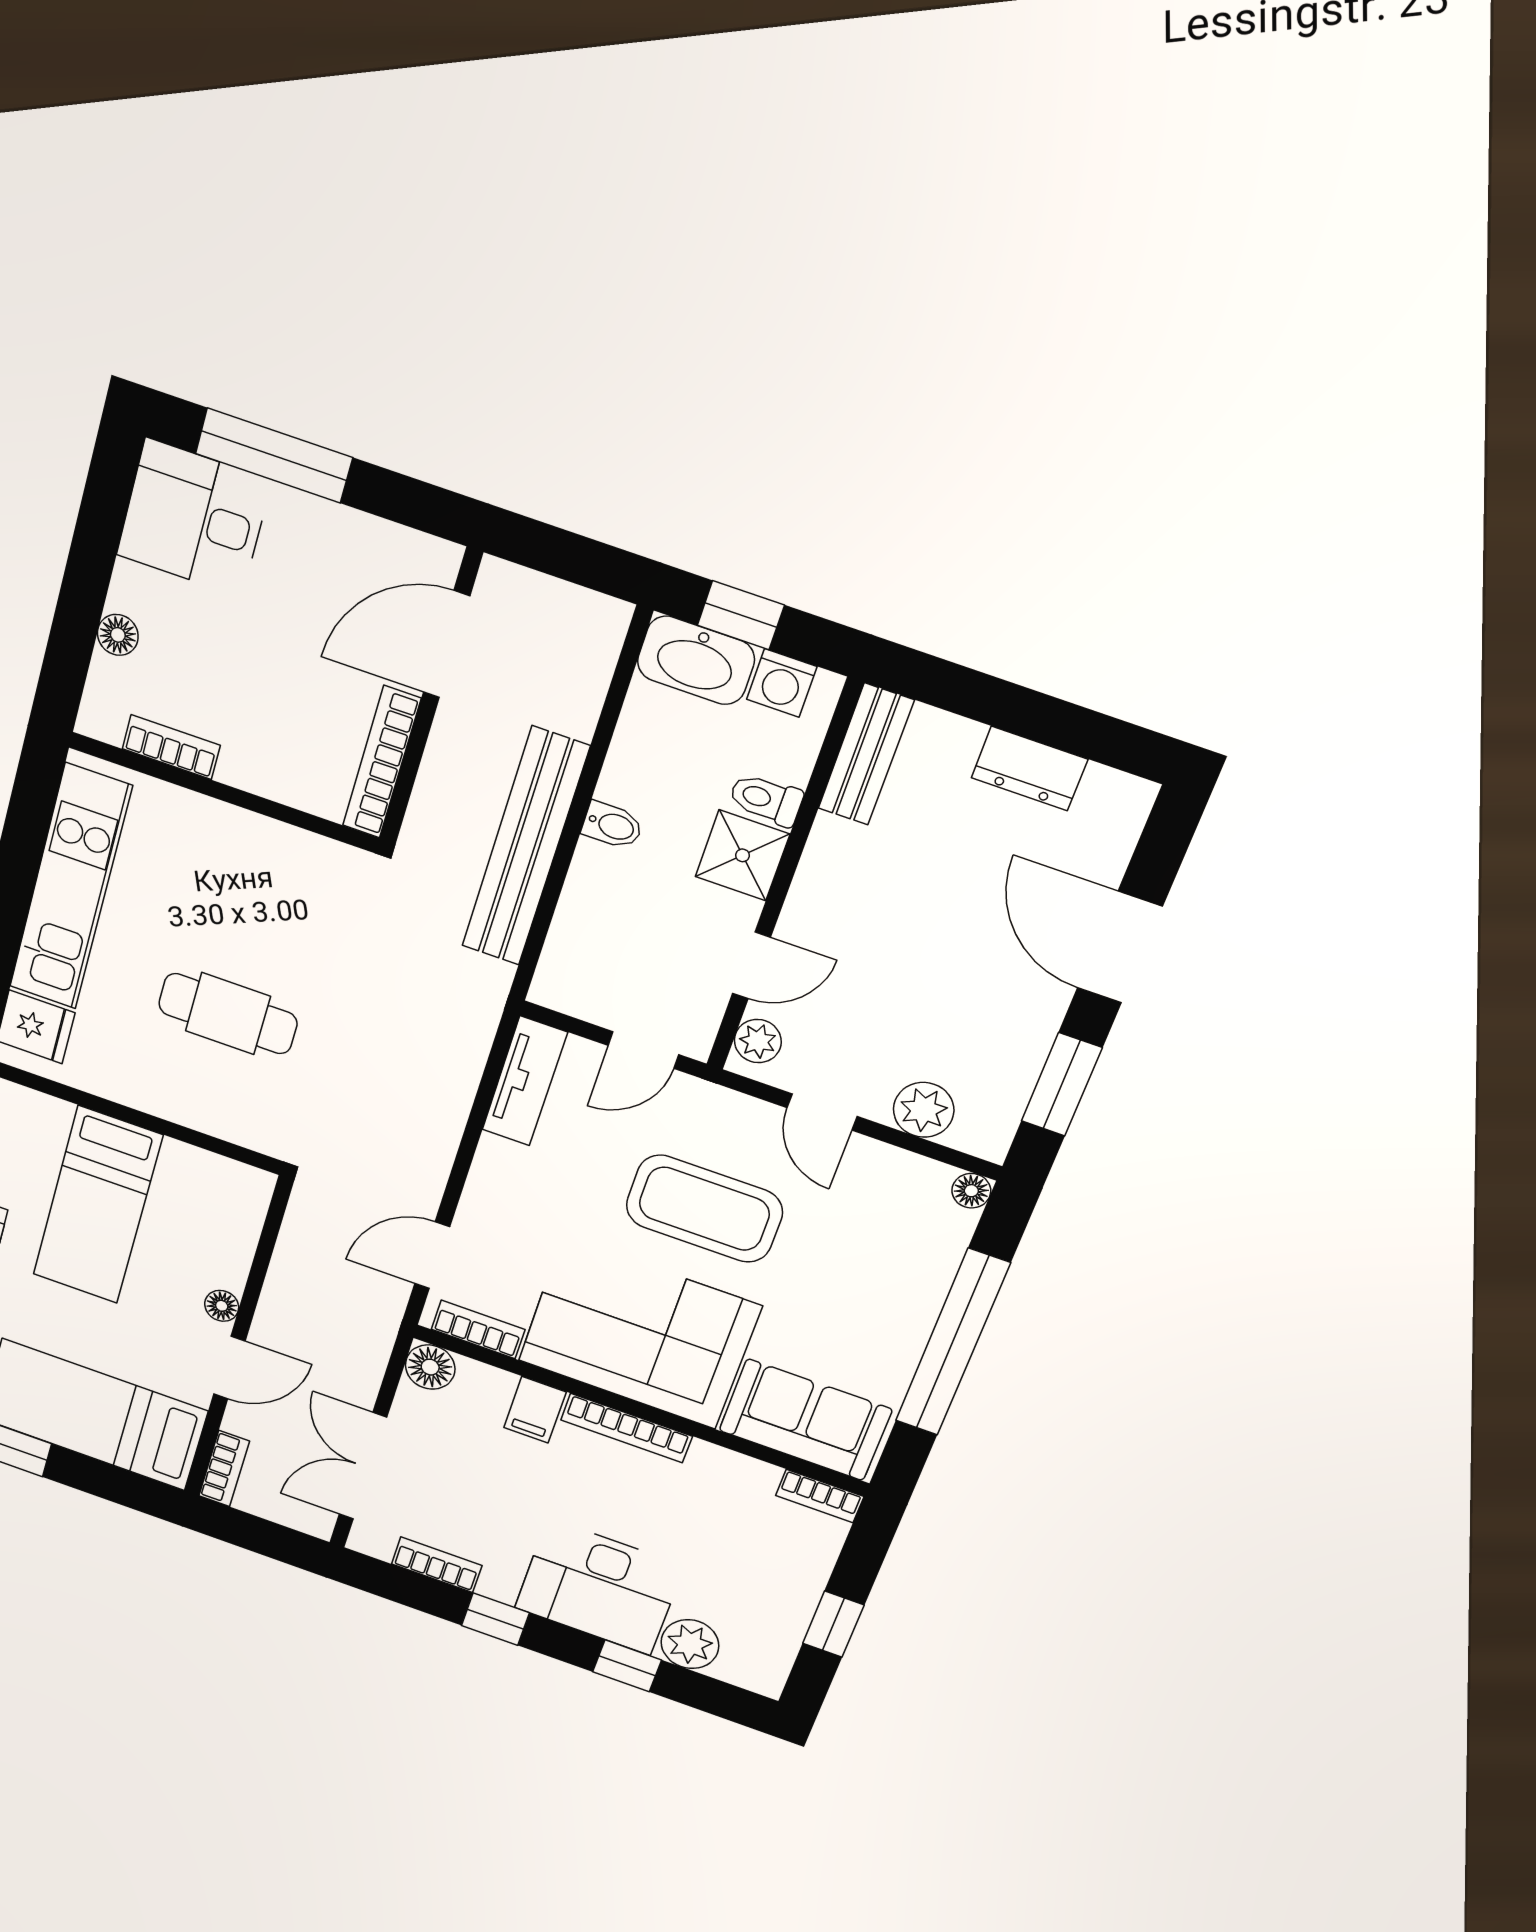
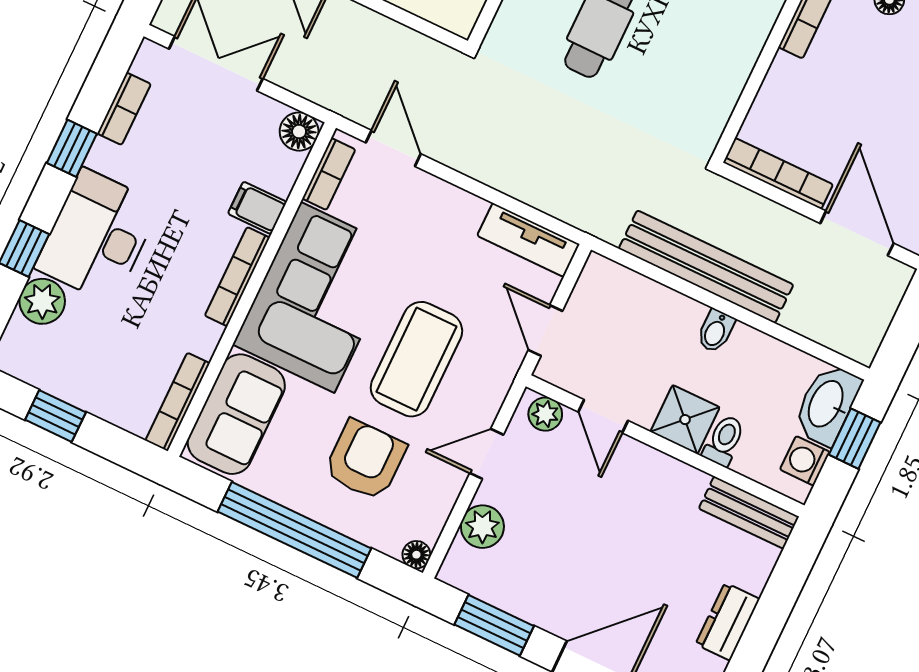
armchair: (848, 1263) -> (365, 460), added
bookcase: (820, 1496) -> (178, 402), width x1.56

